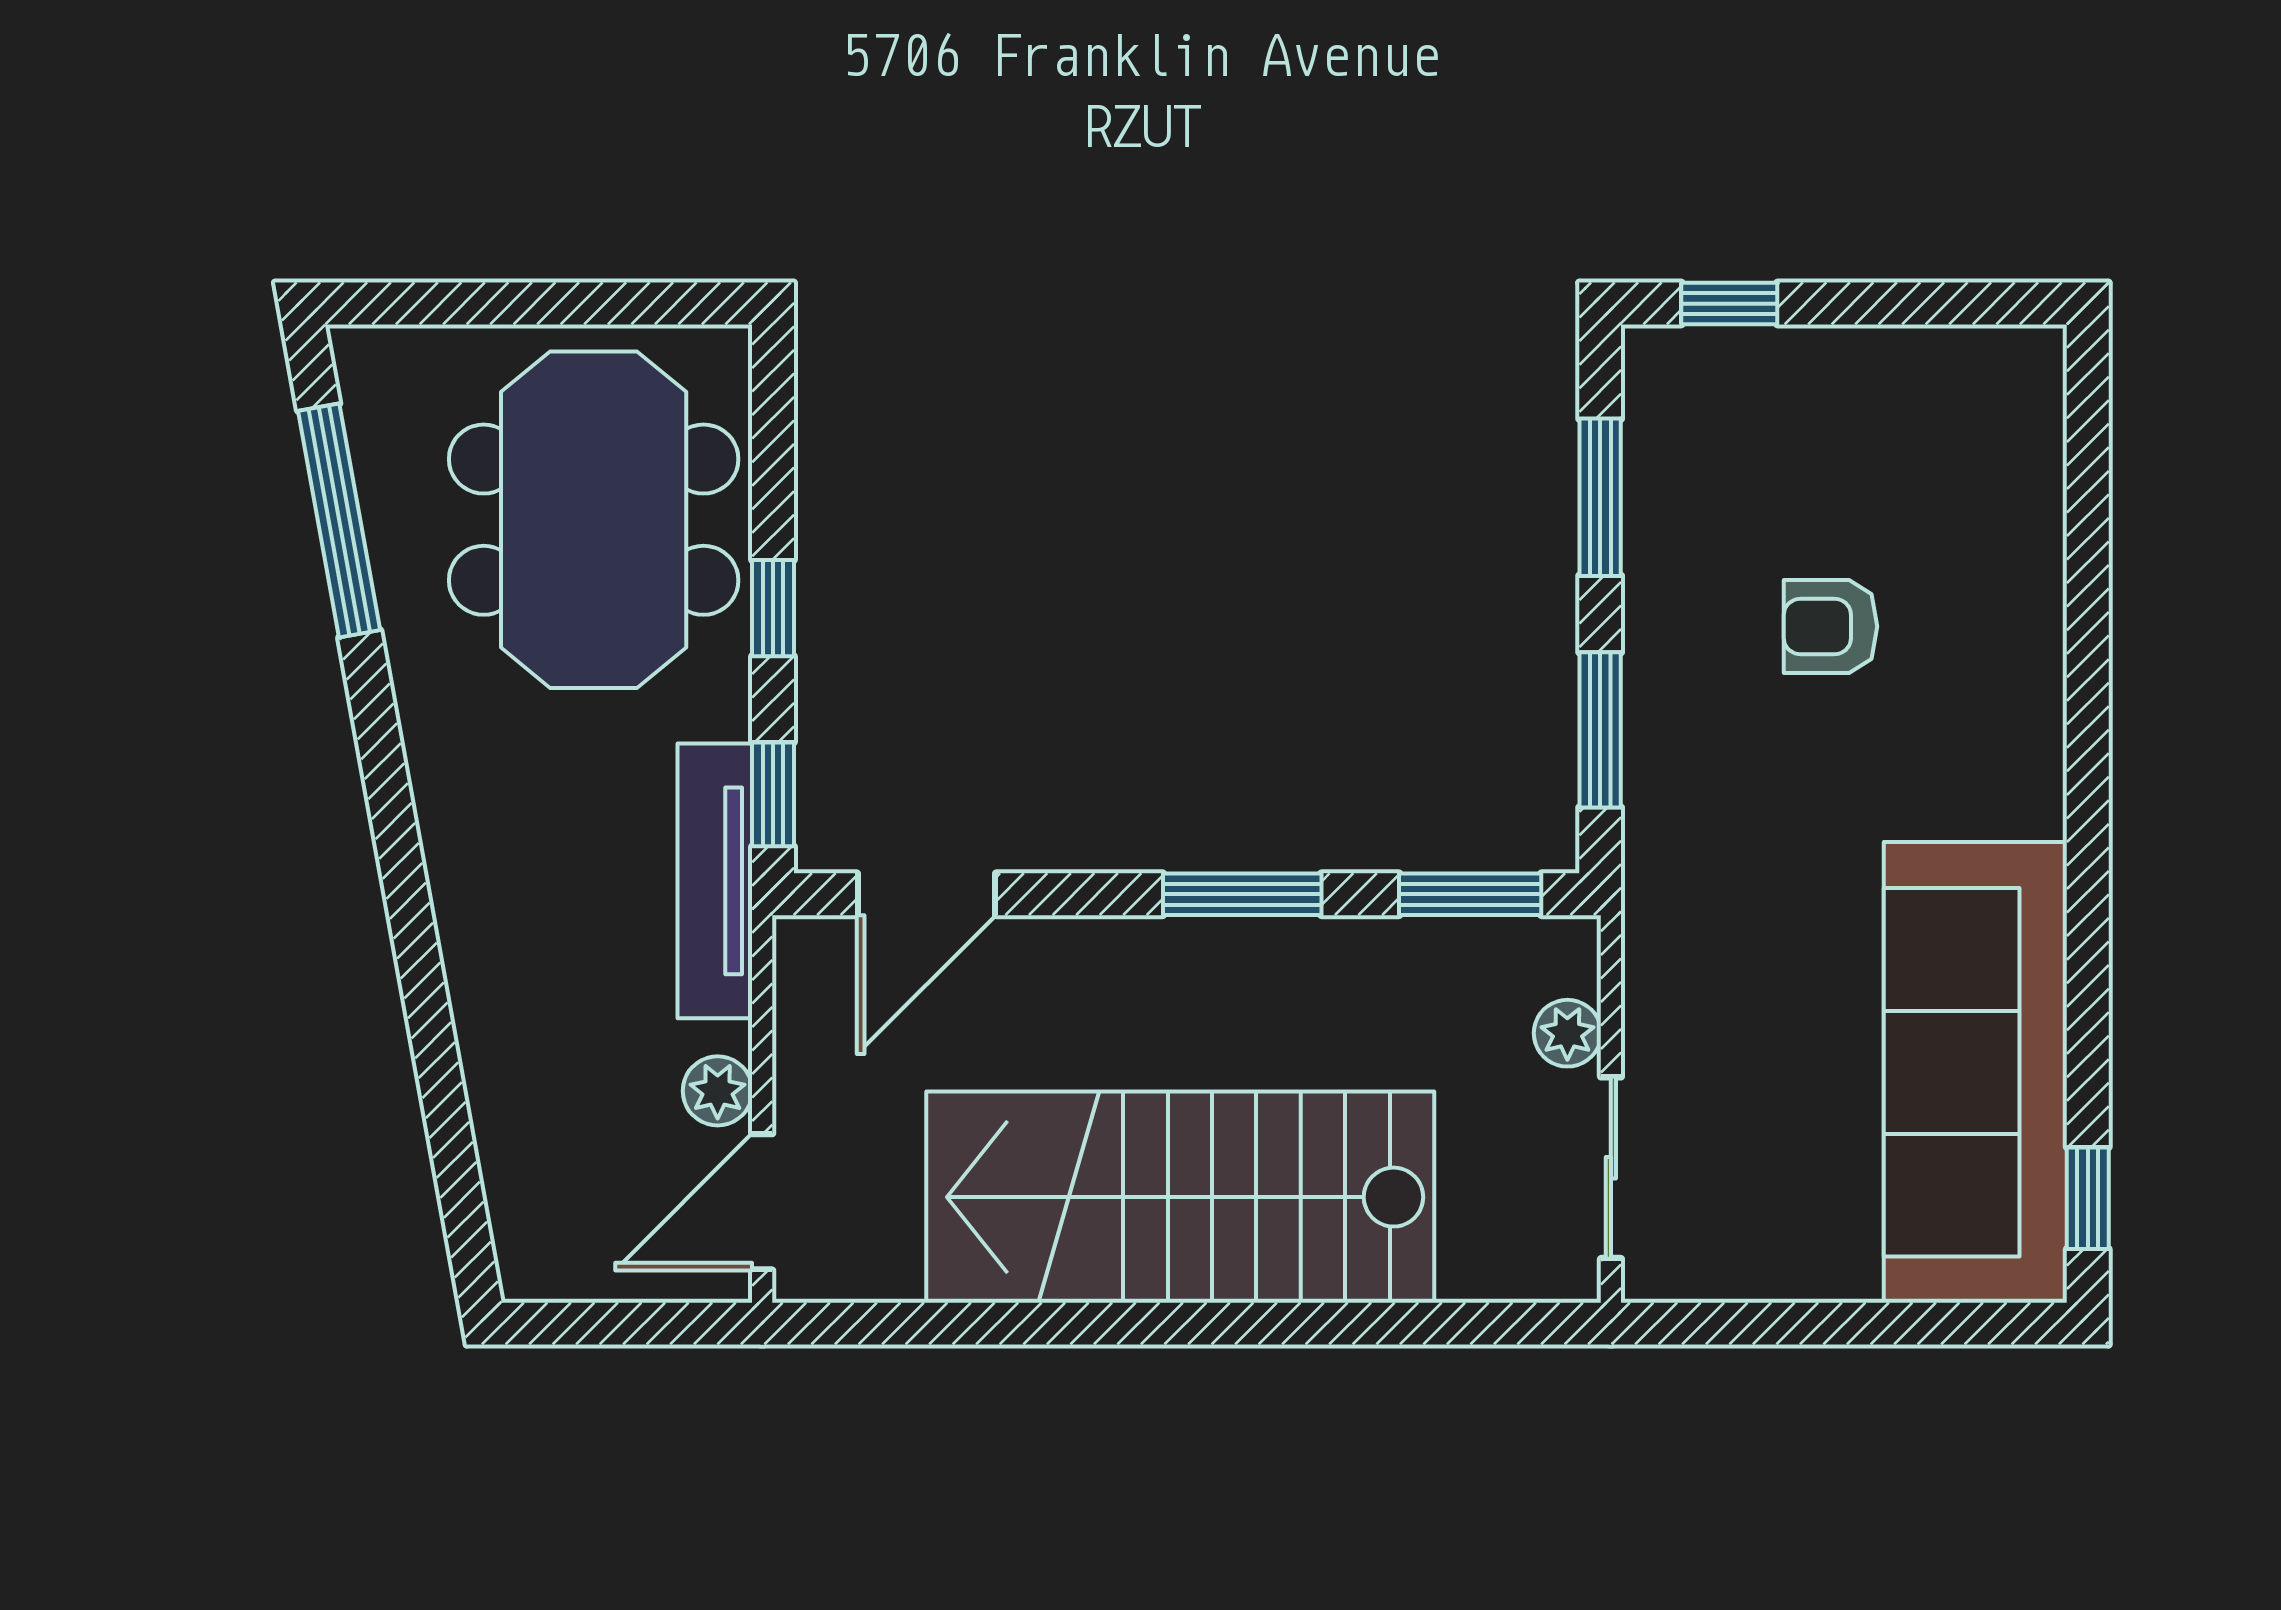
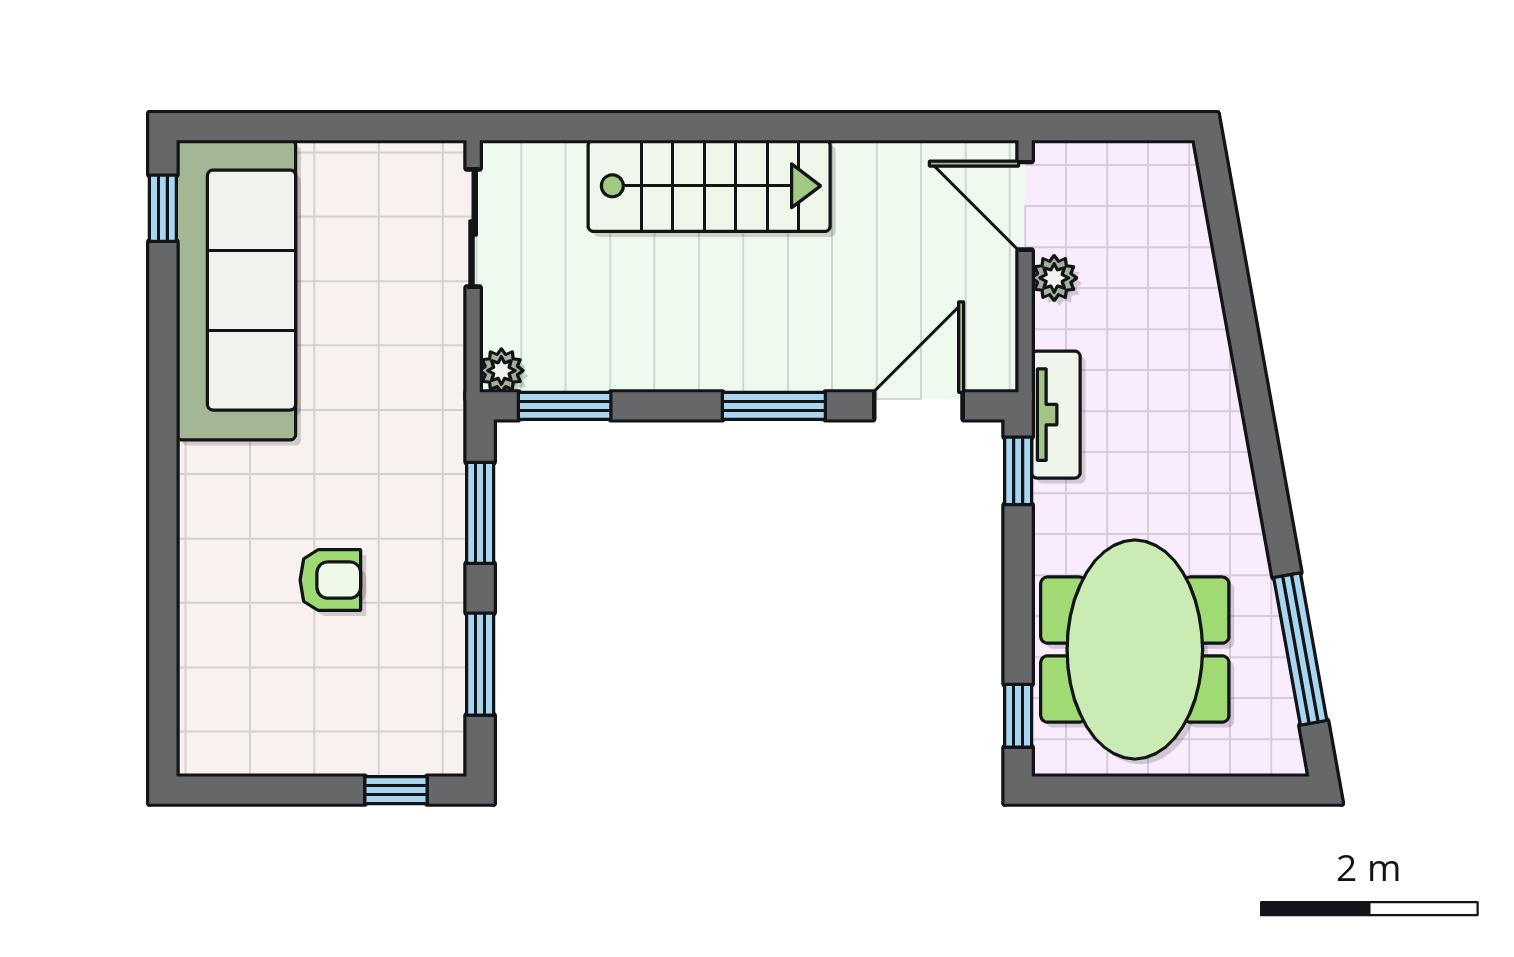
window: (773, 608) -> (1018, 716), moved
tv unit: (715, 881) -> (1056, 415), width x0.71
window: (1242, 894) -> (774, 406), moved
plant: (1567, 1033) -> (501, 371), moved
stairs: (1180, 1197) -> (709, 186), width x0.73, depth x0.66
door: (762, 1202) -> (1025, 206), swing flipped

